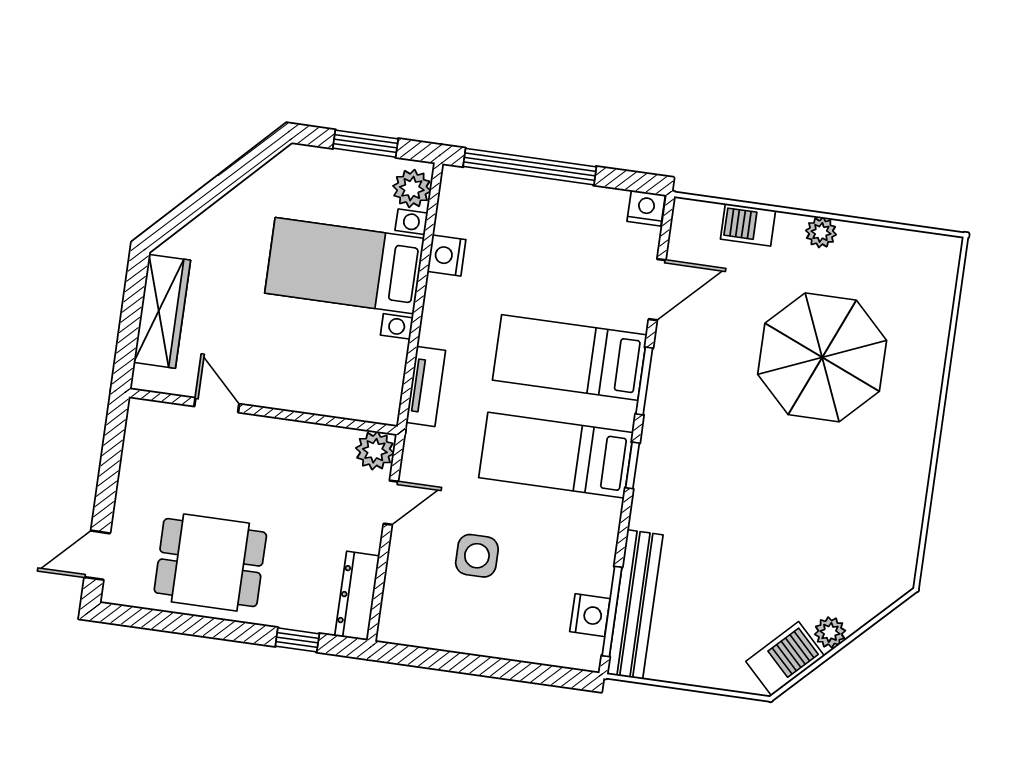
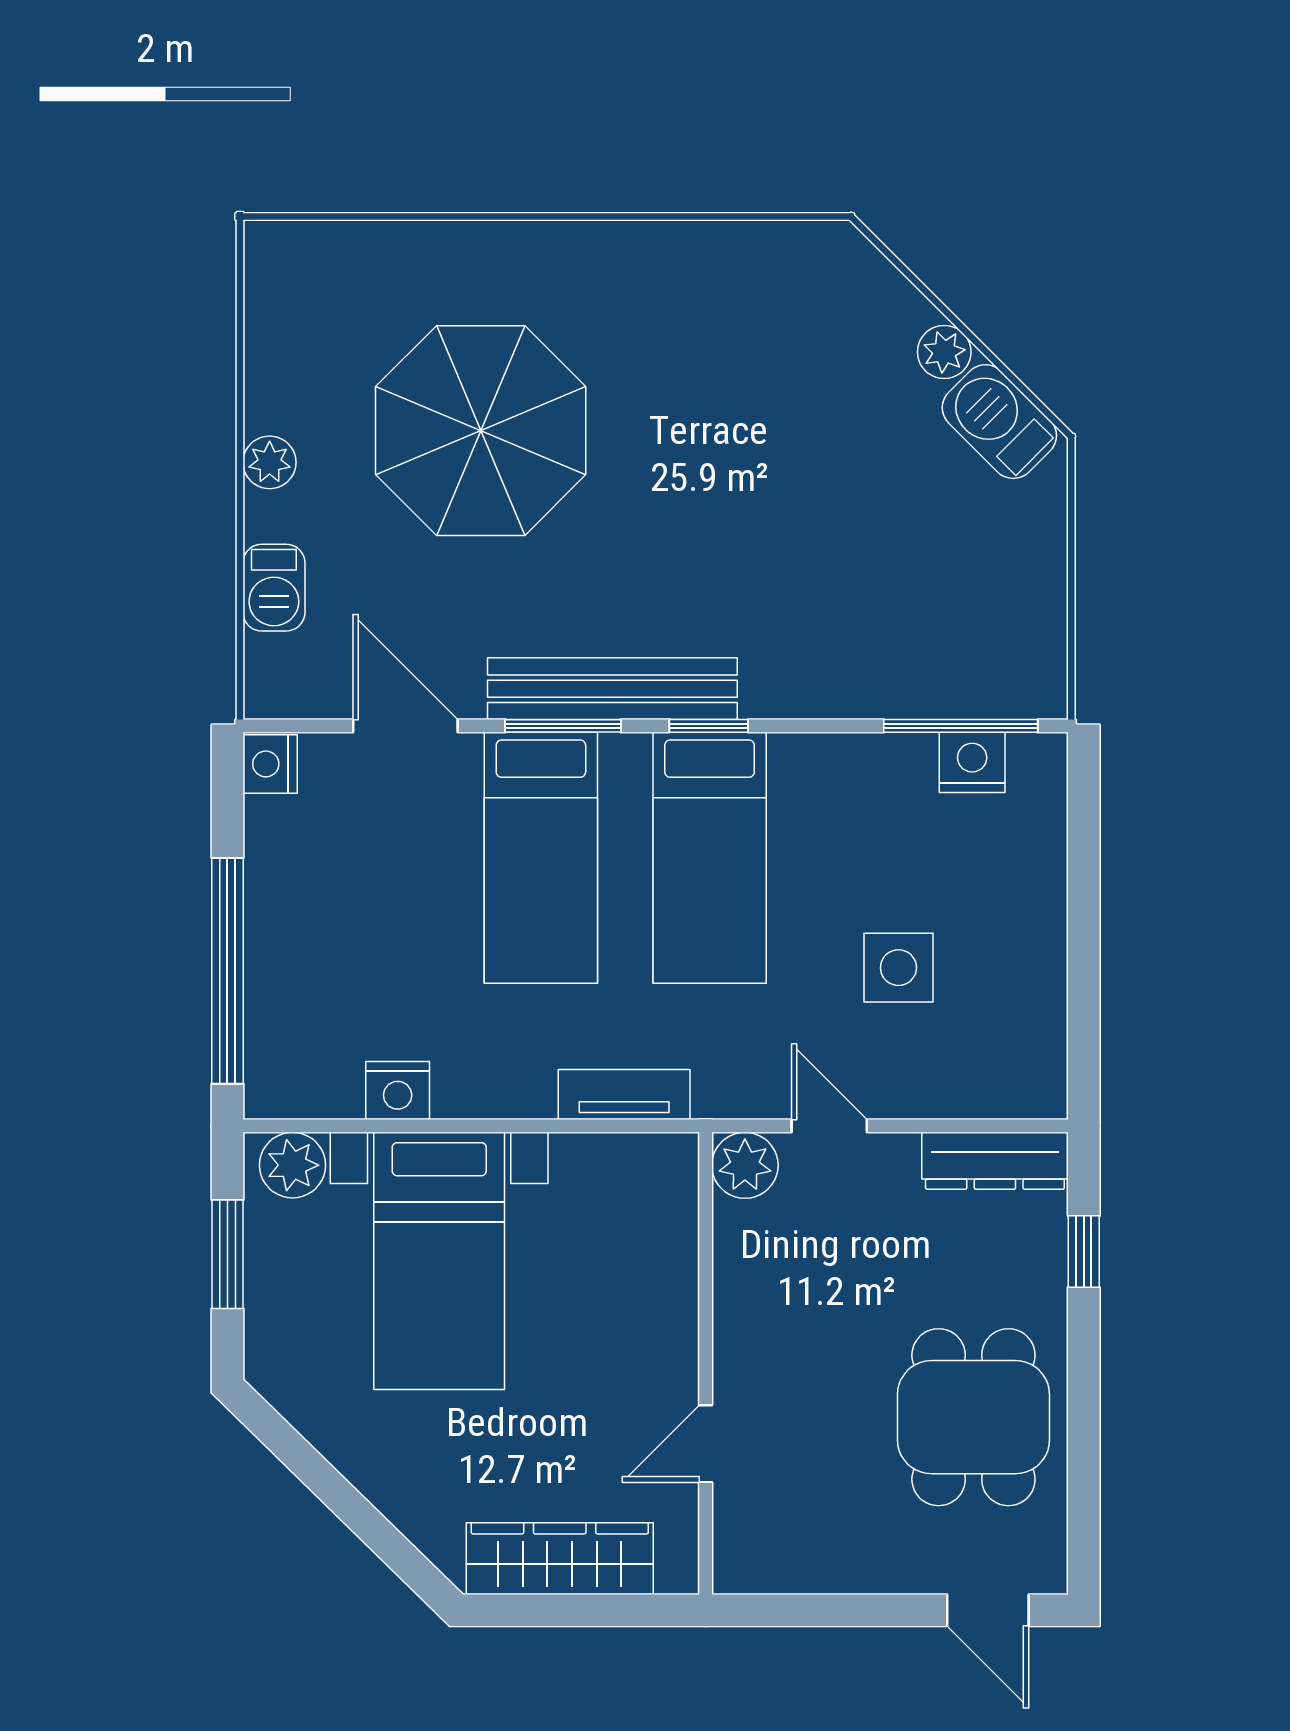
bench: (635, 604) -> (612, 689), moved

